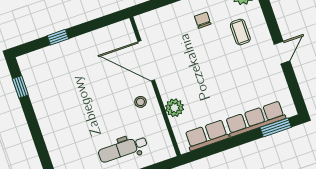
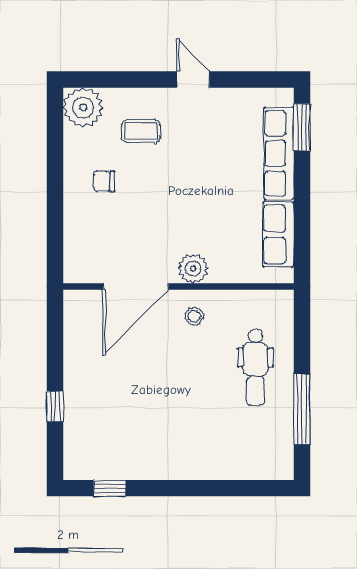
plant: (174, 108) -> (193, 269), moved

